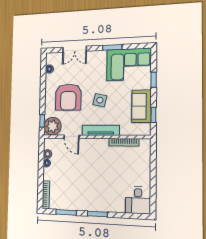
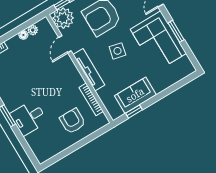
corner sofa: (129, 64) -> (158, 41), moved
window: (154, 80) -> (167, 92), removed
armchair: (132, 167) -> (73, 121), added
desk: (138, 200) -> (29, 118), moved

